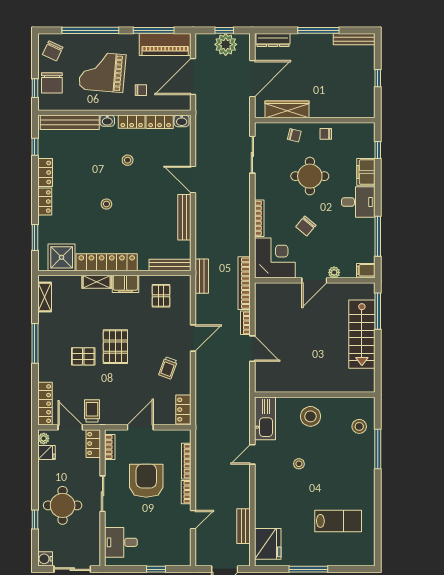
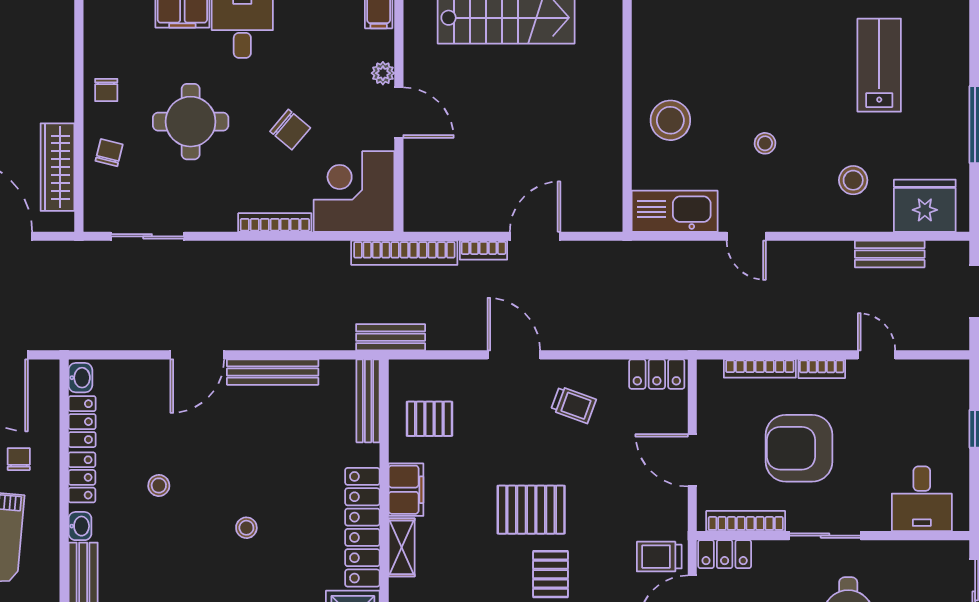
stool: (359, 426) -> (853, 180), moved
bookcase: (110, 447) -> (746, 521), width x1.56

